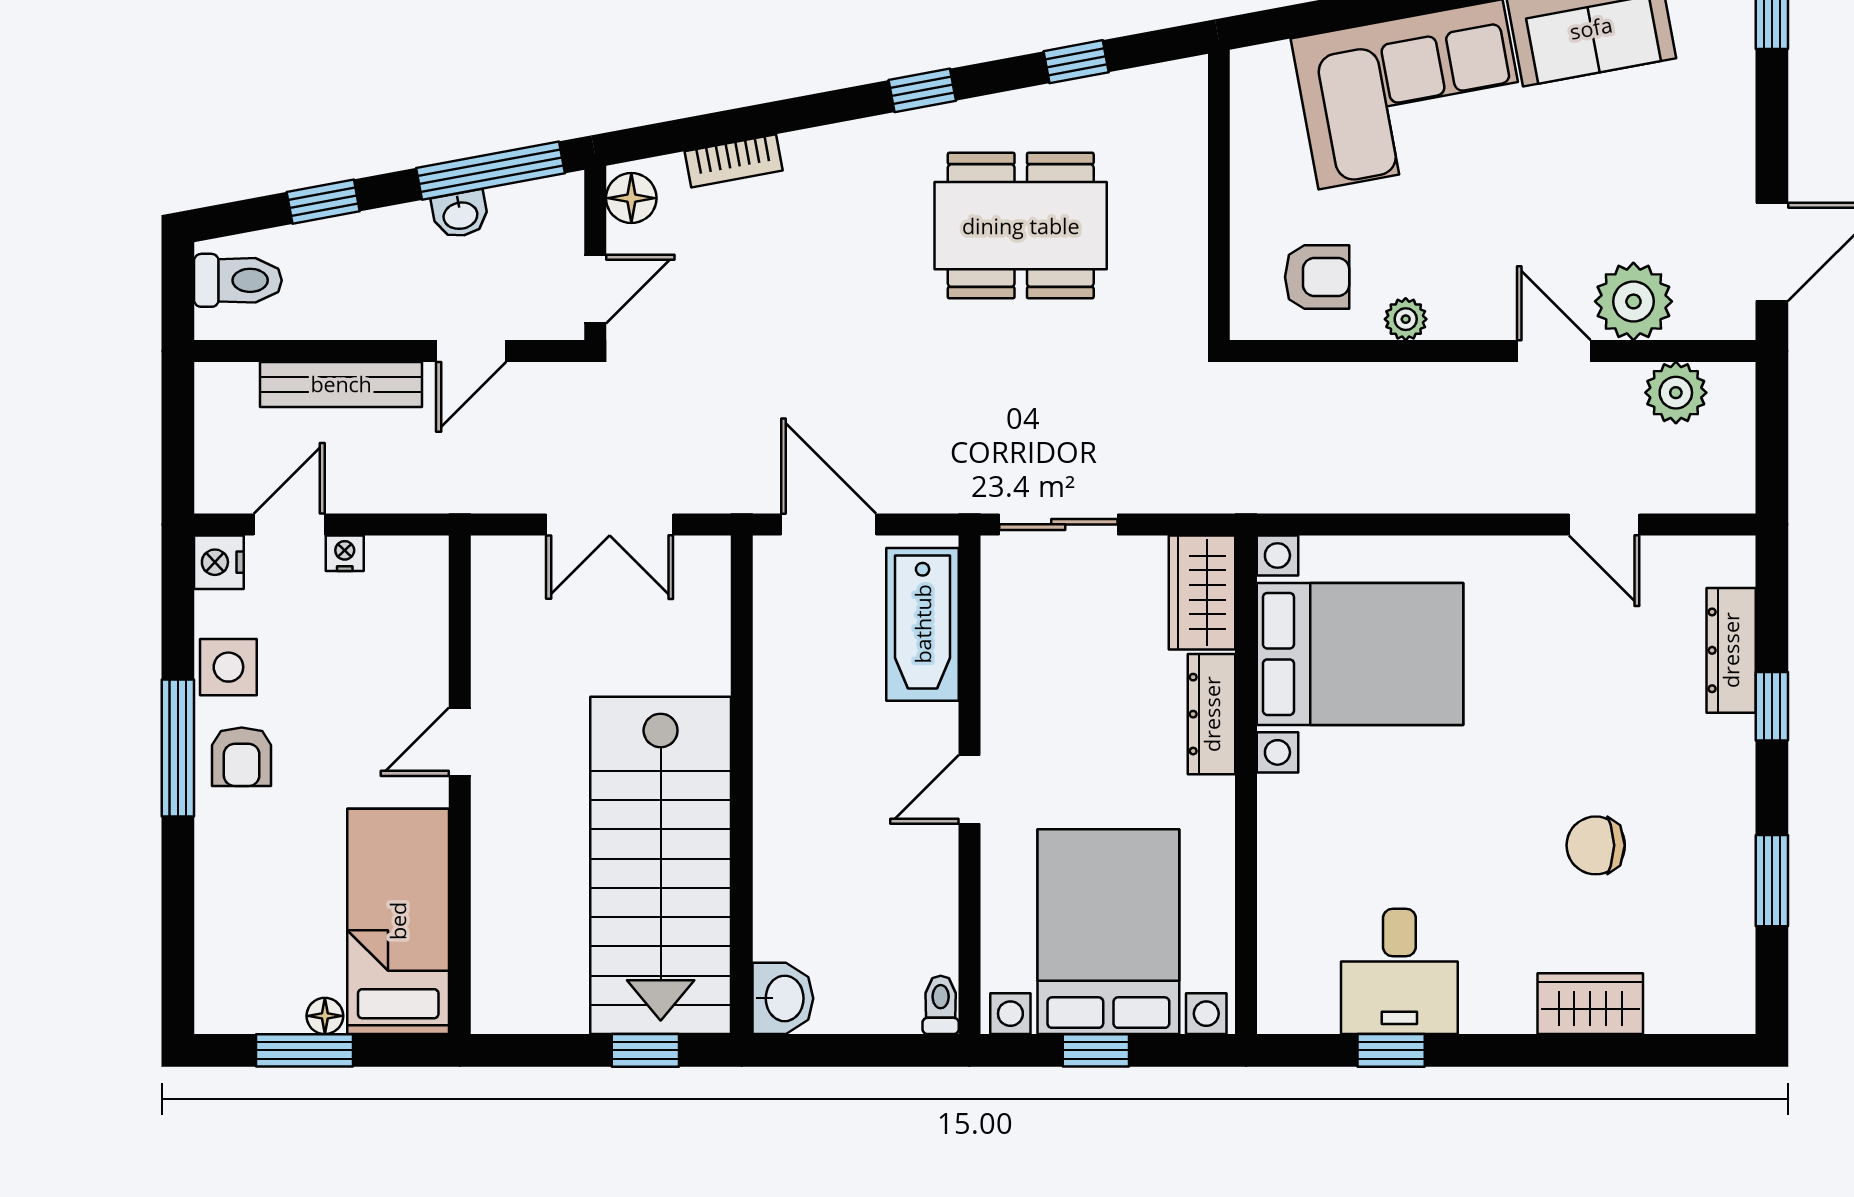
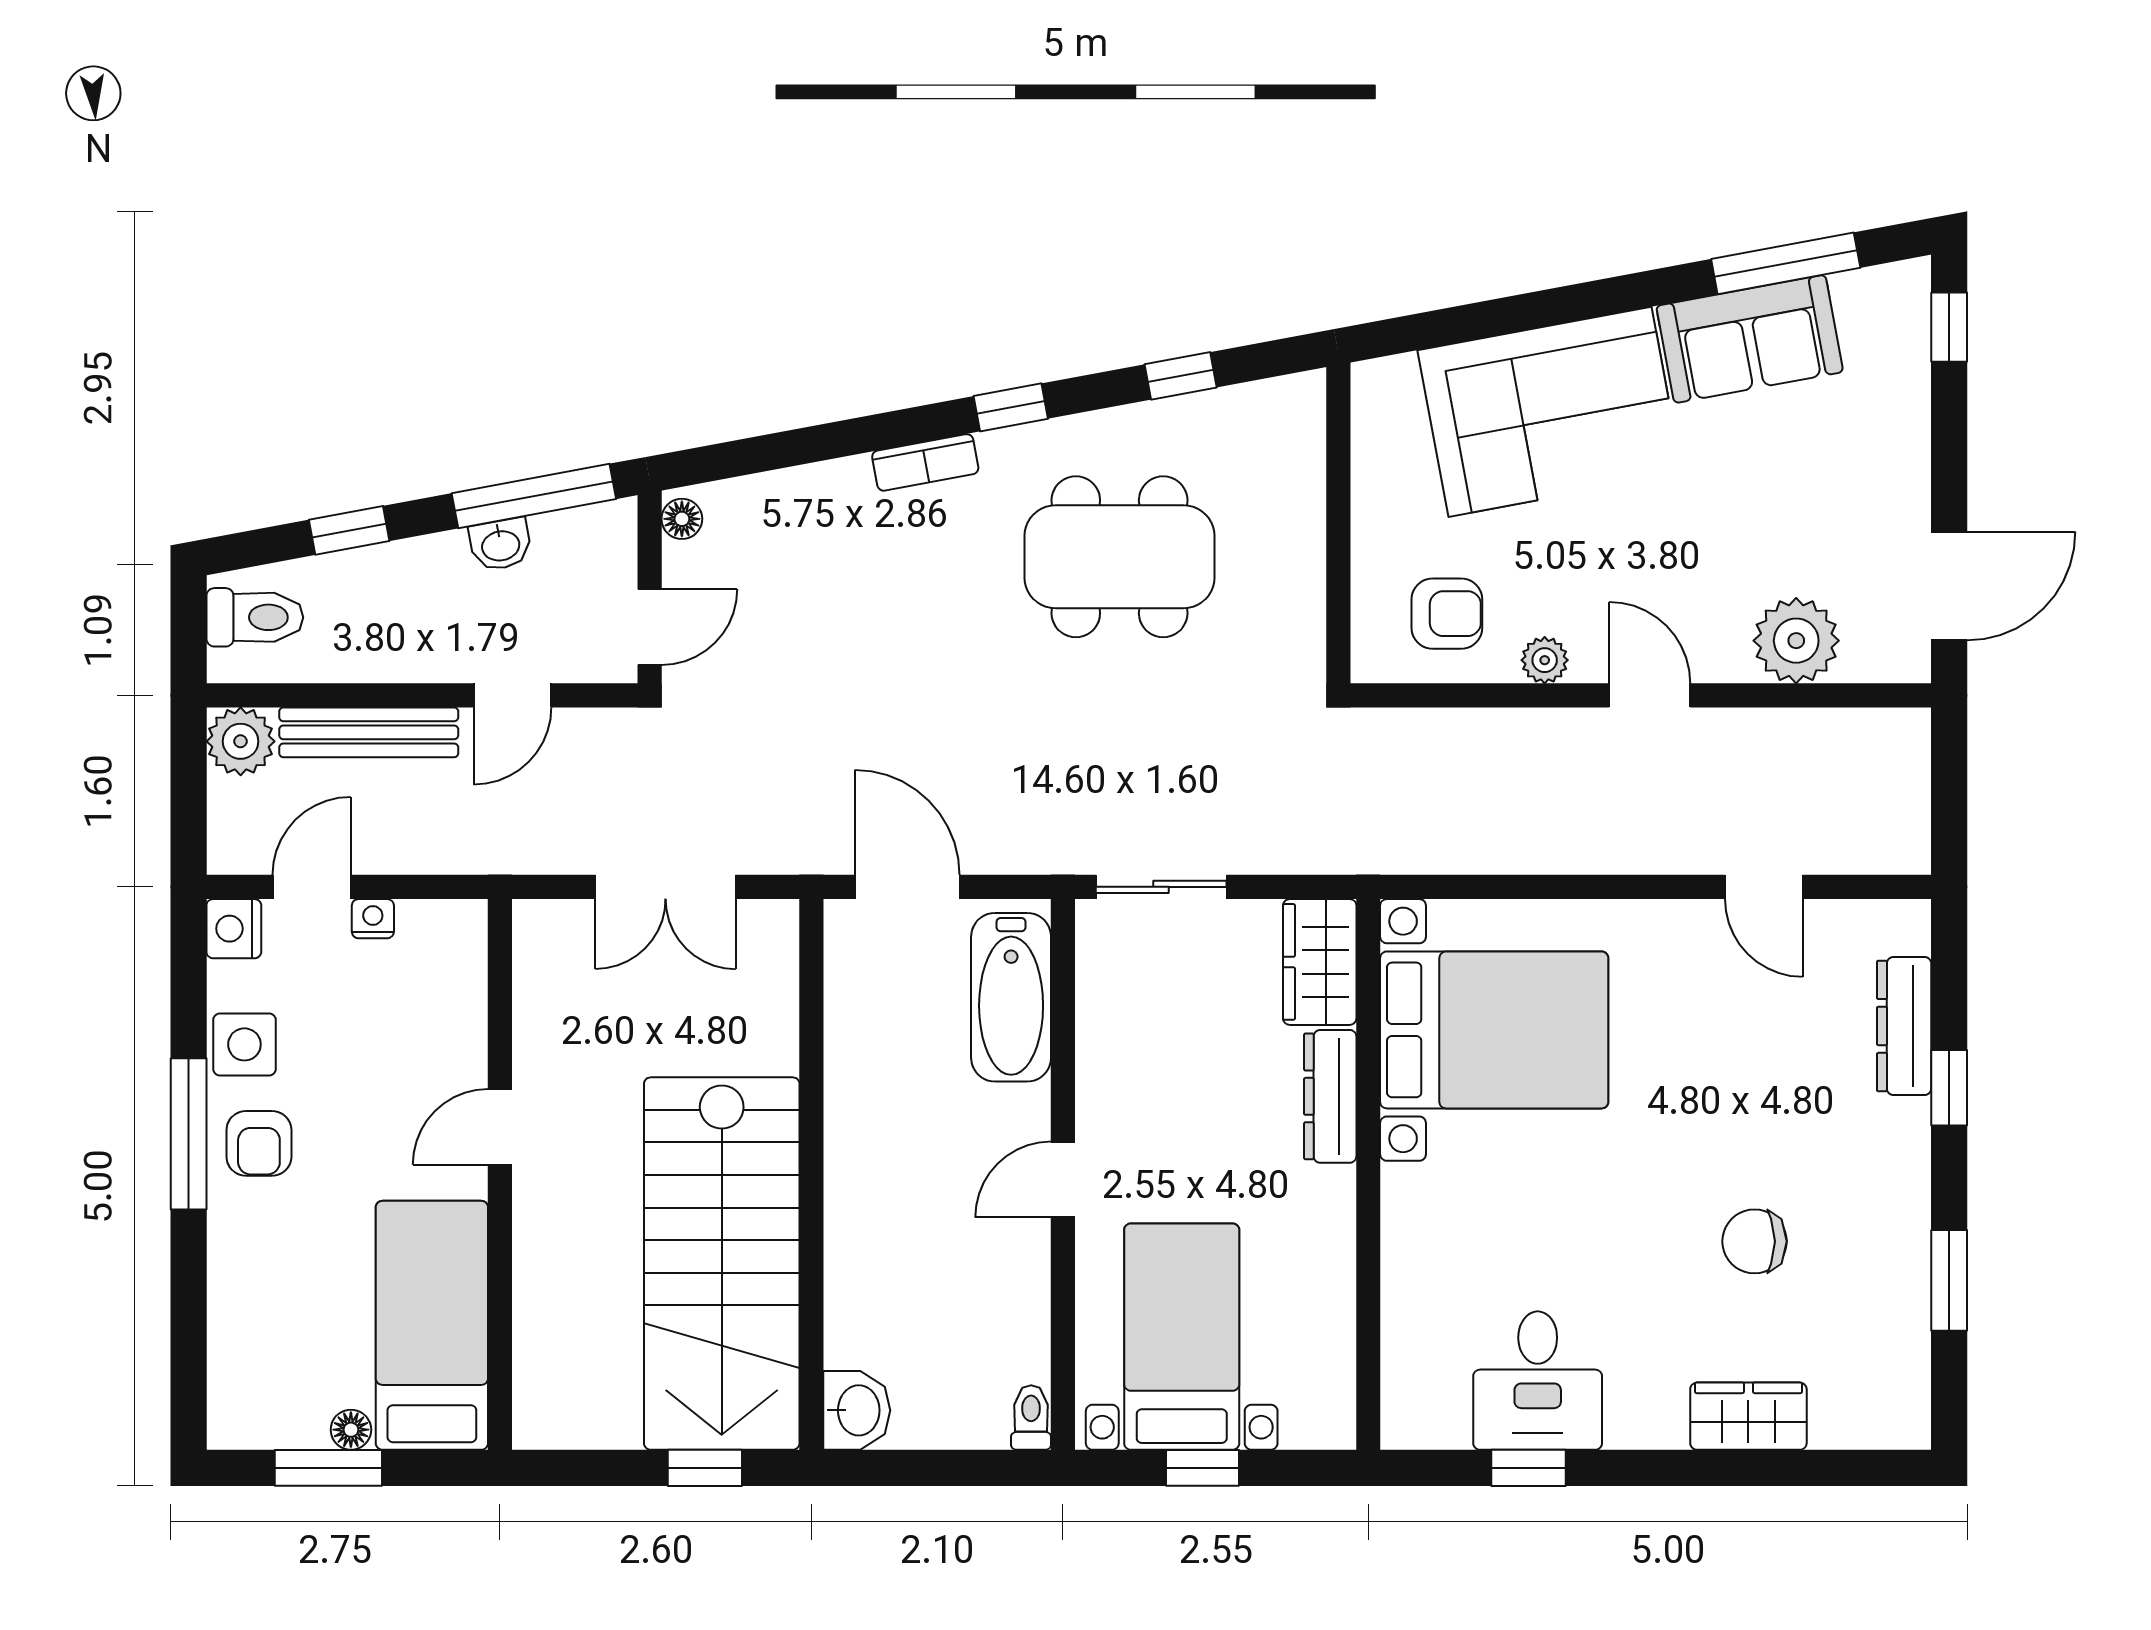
bookcase: (734, 161) -> (925, 462), moved
floor lamp: (631, 198) -> (682, 519), width x0.73, depth x0.73
door: (1554, 351) -> (1650, 695), moved
plant: (1676, 393) -> (241, 741), moved
bed with nightstands: (1108, 932) -> (1182, 1337), width x0.73

